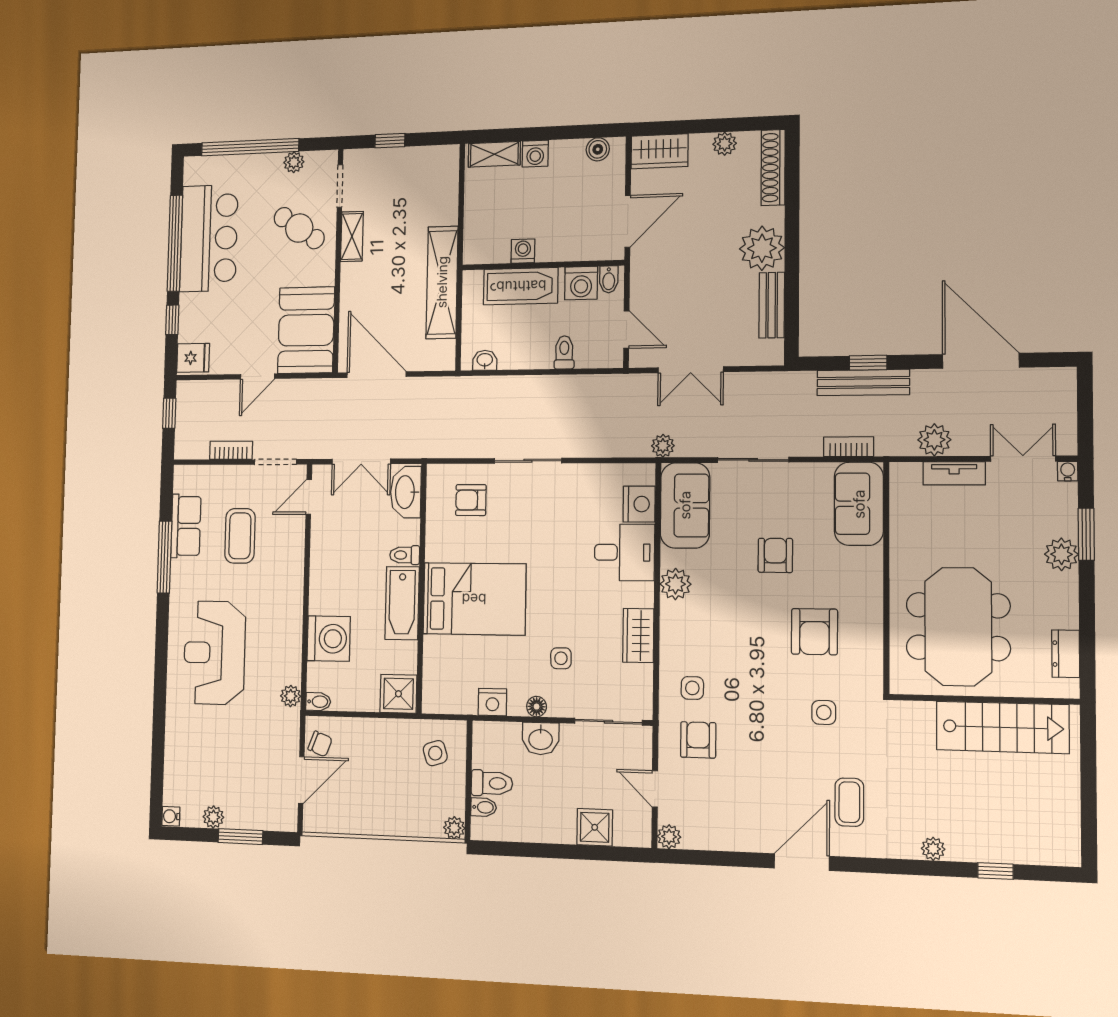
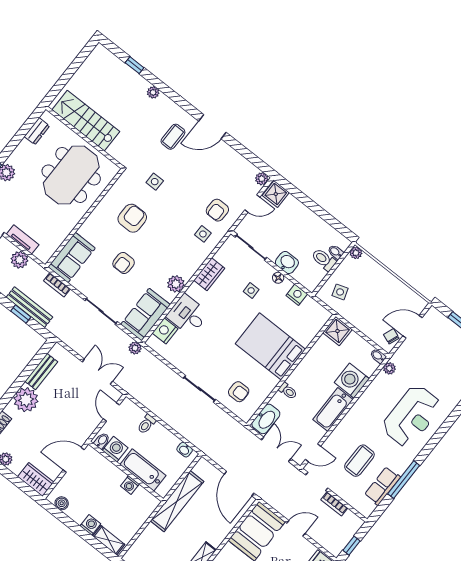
bathtub: (402, 603) -> (333, 409), moved, turned 180
door: (655, 789) -> (252, 203), hinge flipped
shower: (595, 827) -> (276, 194), moved

